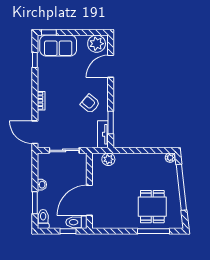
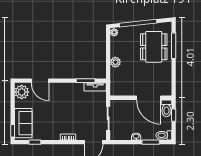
armchair: (90, 104) -> (70, 97), removed
plant: (108, 159) -> (115, 62), moved
dining table: (152, 207) -> (154, 47), width x1.38

